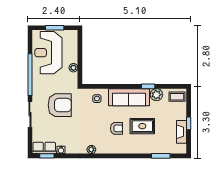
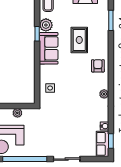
sofa: (129, 97) -> (49, 48), width x0.73
armchair: (60, 105) -> (57, 127), removed
armchair: (117, 128) -> (98, 66), moved

